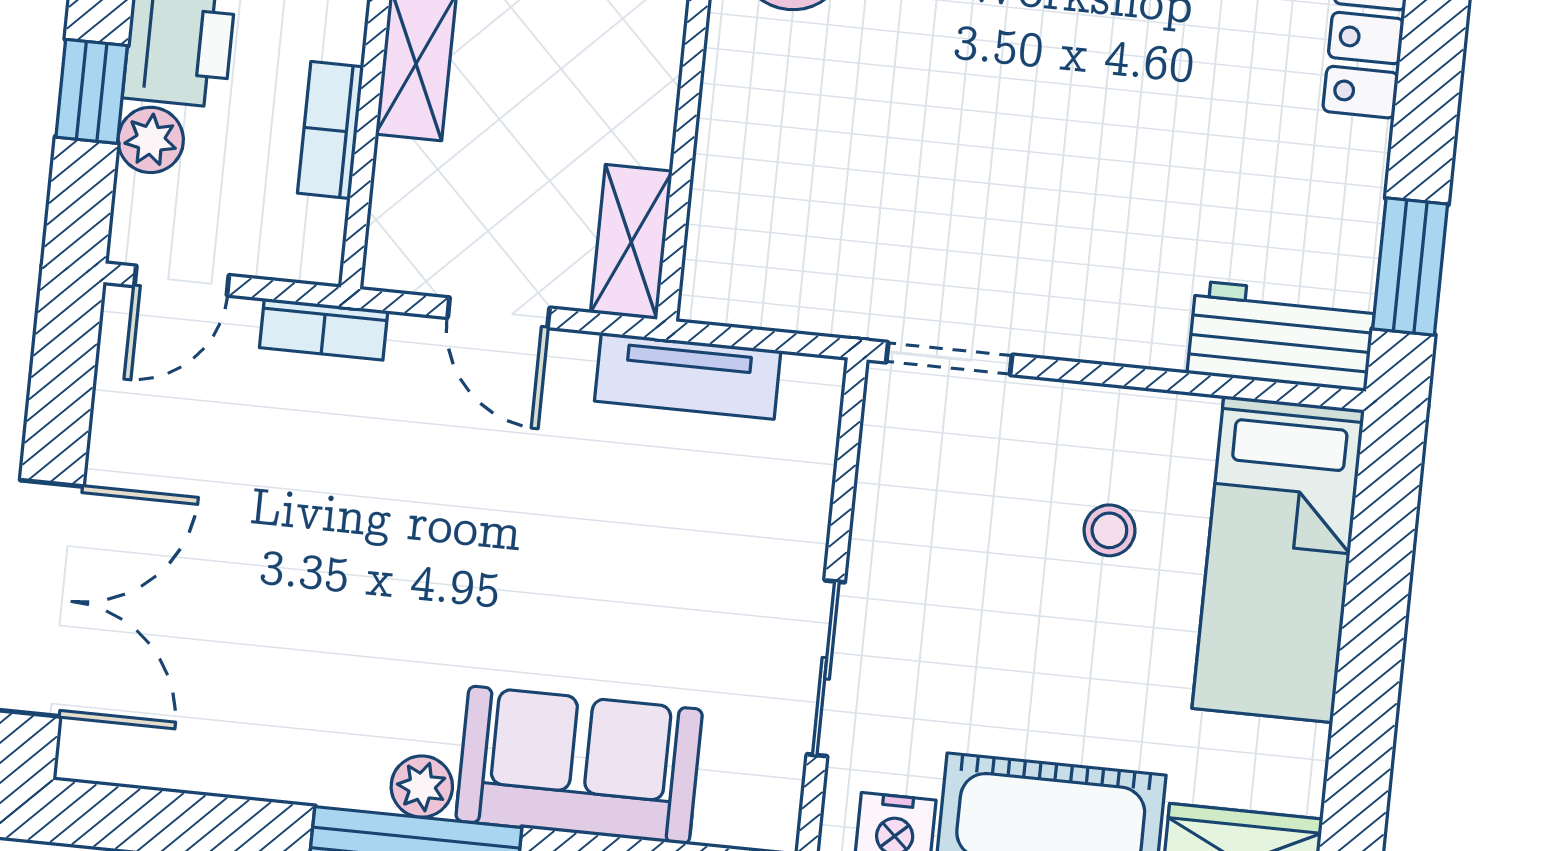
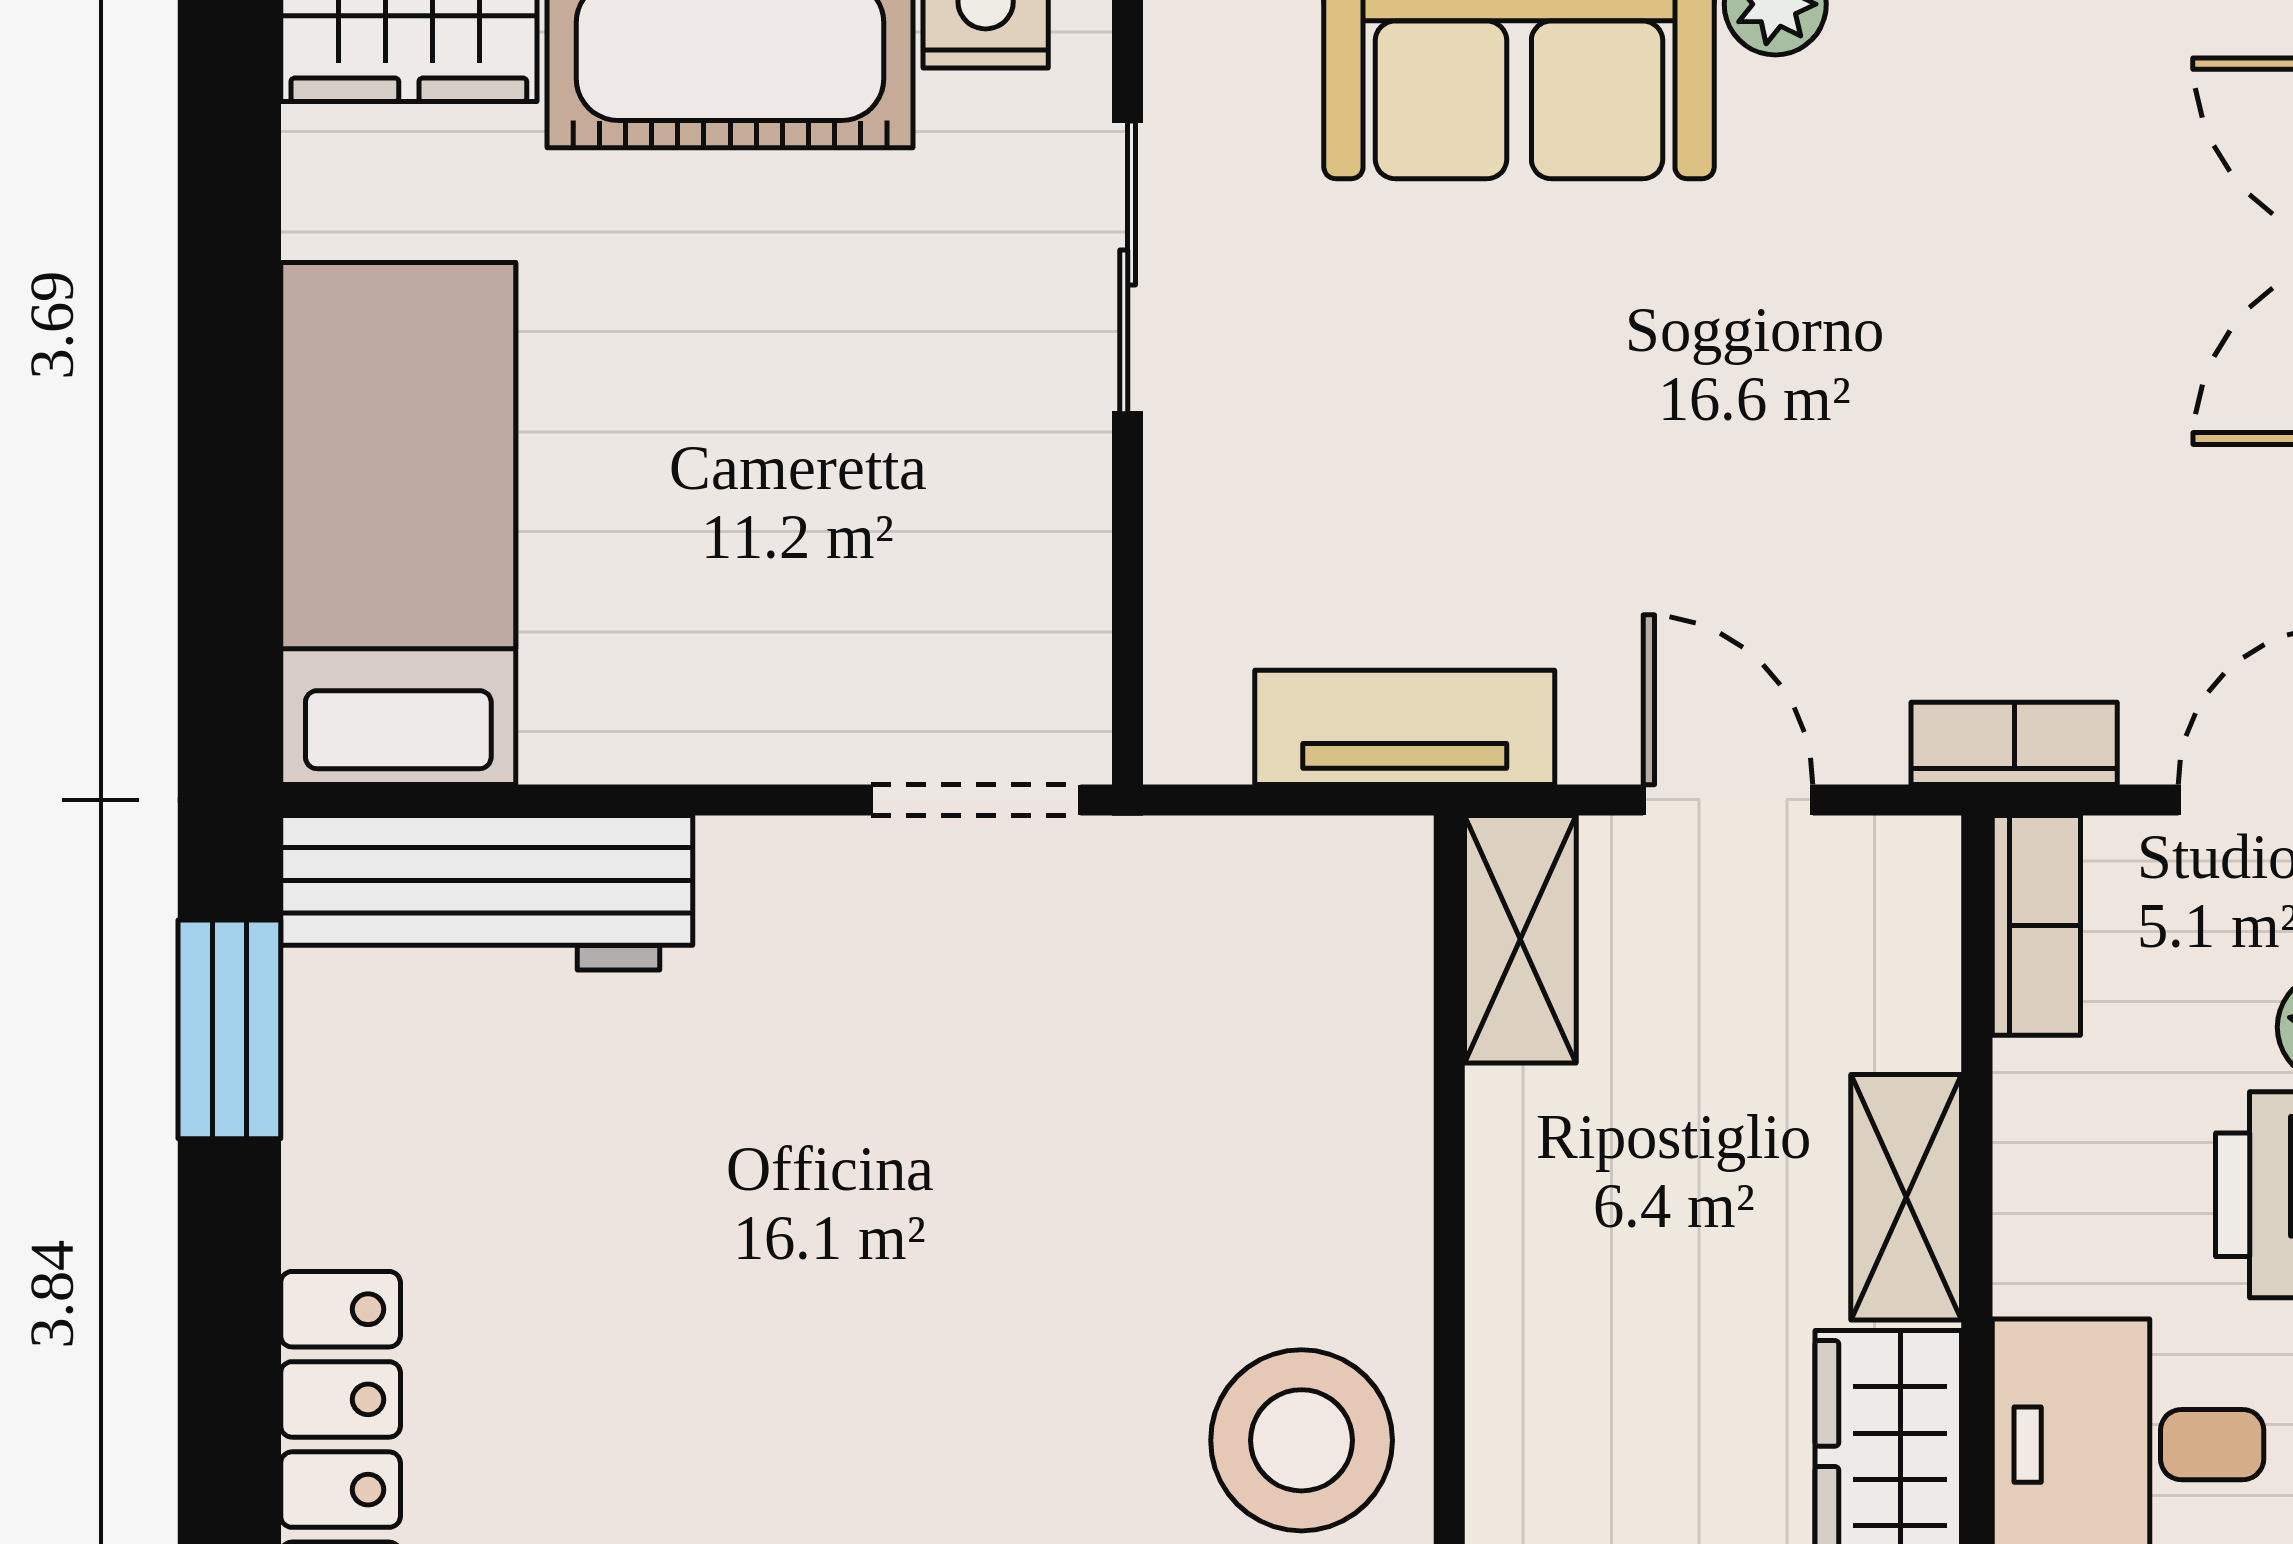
bookcase: (330, 130) -> (2036, 925), moved
workbench: (1281, 336) -> (487, 893), width x1.37
stool: (1109, 530) -> (682, 543), removed

